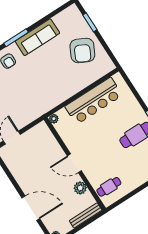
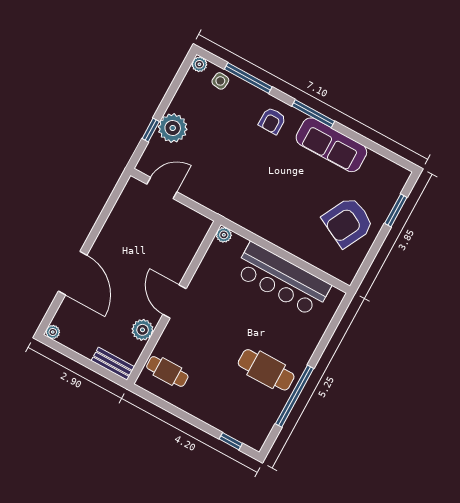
bench: (86, 215) -> (113, 364), width x0.73

